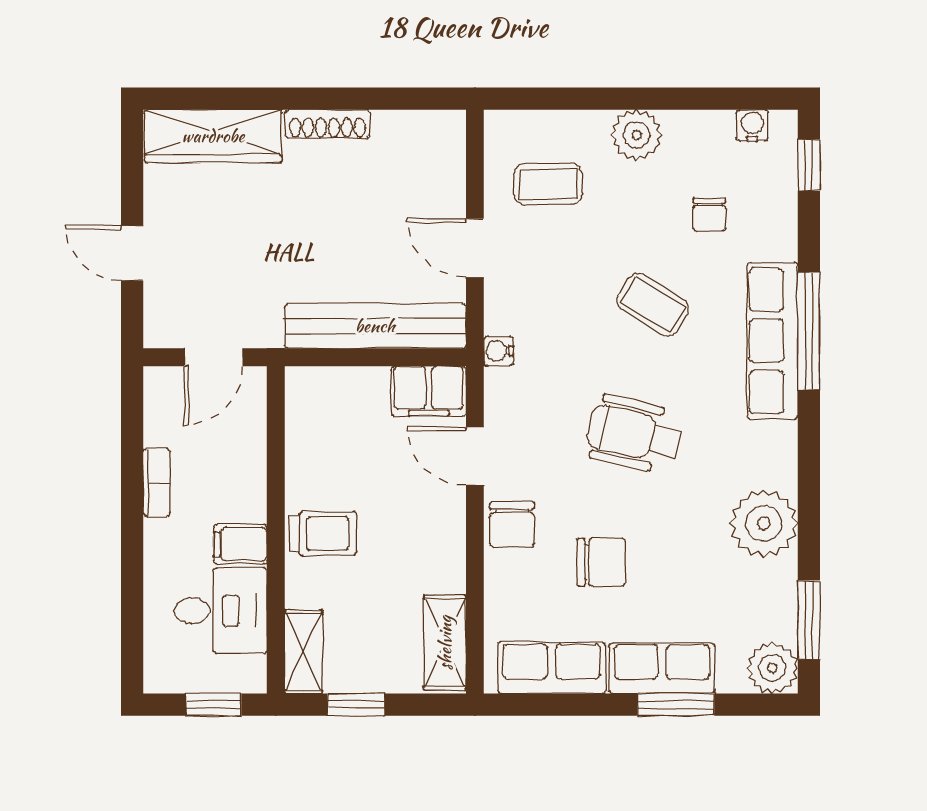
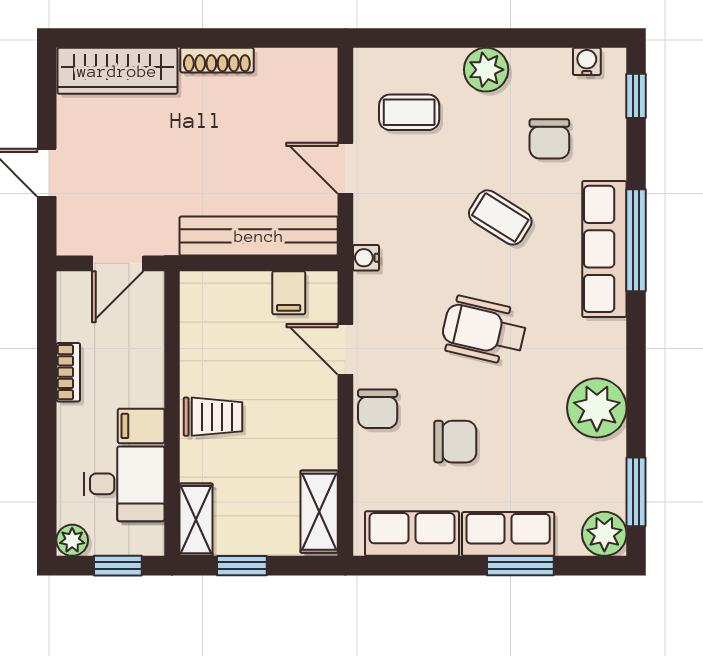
chair: (709, 214) -> (549, 139), width x1.37, depth x1.37
filing cabinet: (429, 391) -> (289, 293), width x0.50
plant: (161, 675) -> (72, 540), added

